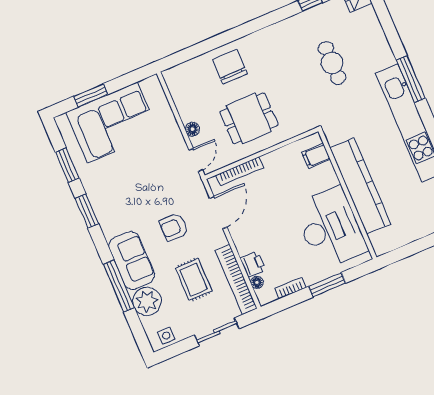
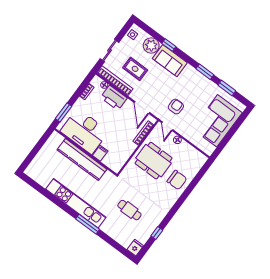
window: (91, 95) -> (235, 128), removed
dining table: (249, 118) -> (154, 161), width x1.38
filing cabinet: (316, 156) -> (100, 153), moved
armchair: (174, 227) -> (176, 107), moved
printer: (253, 264) -> (114, 98), width x1.87, depth x1.48
window: (327, 285) -> (63, 112), moved
window: (119, 286) -> (169, 45), width x0.46

